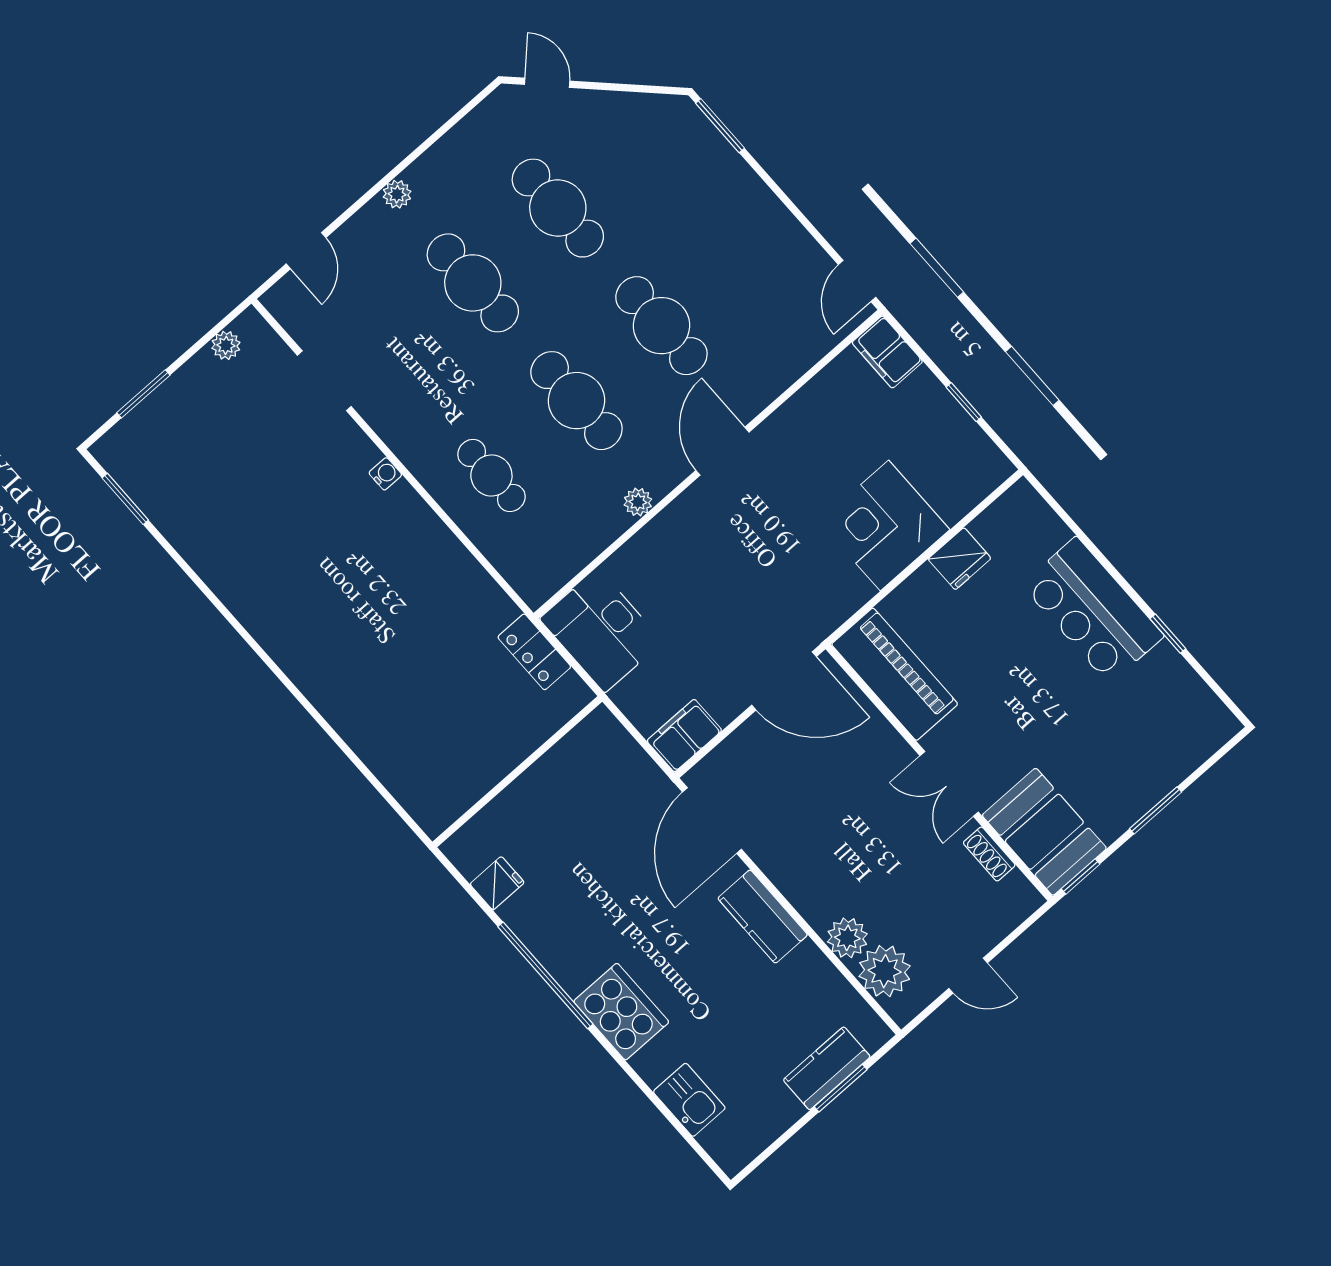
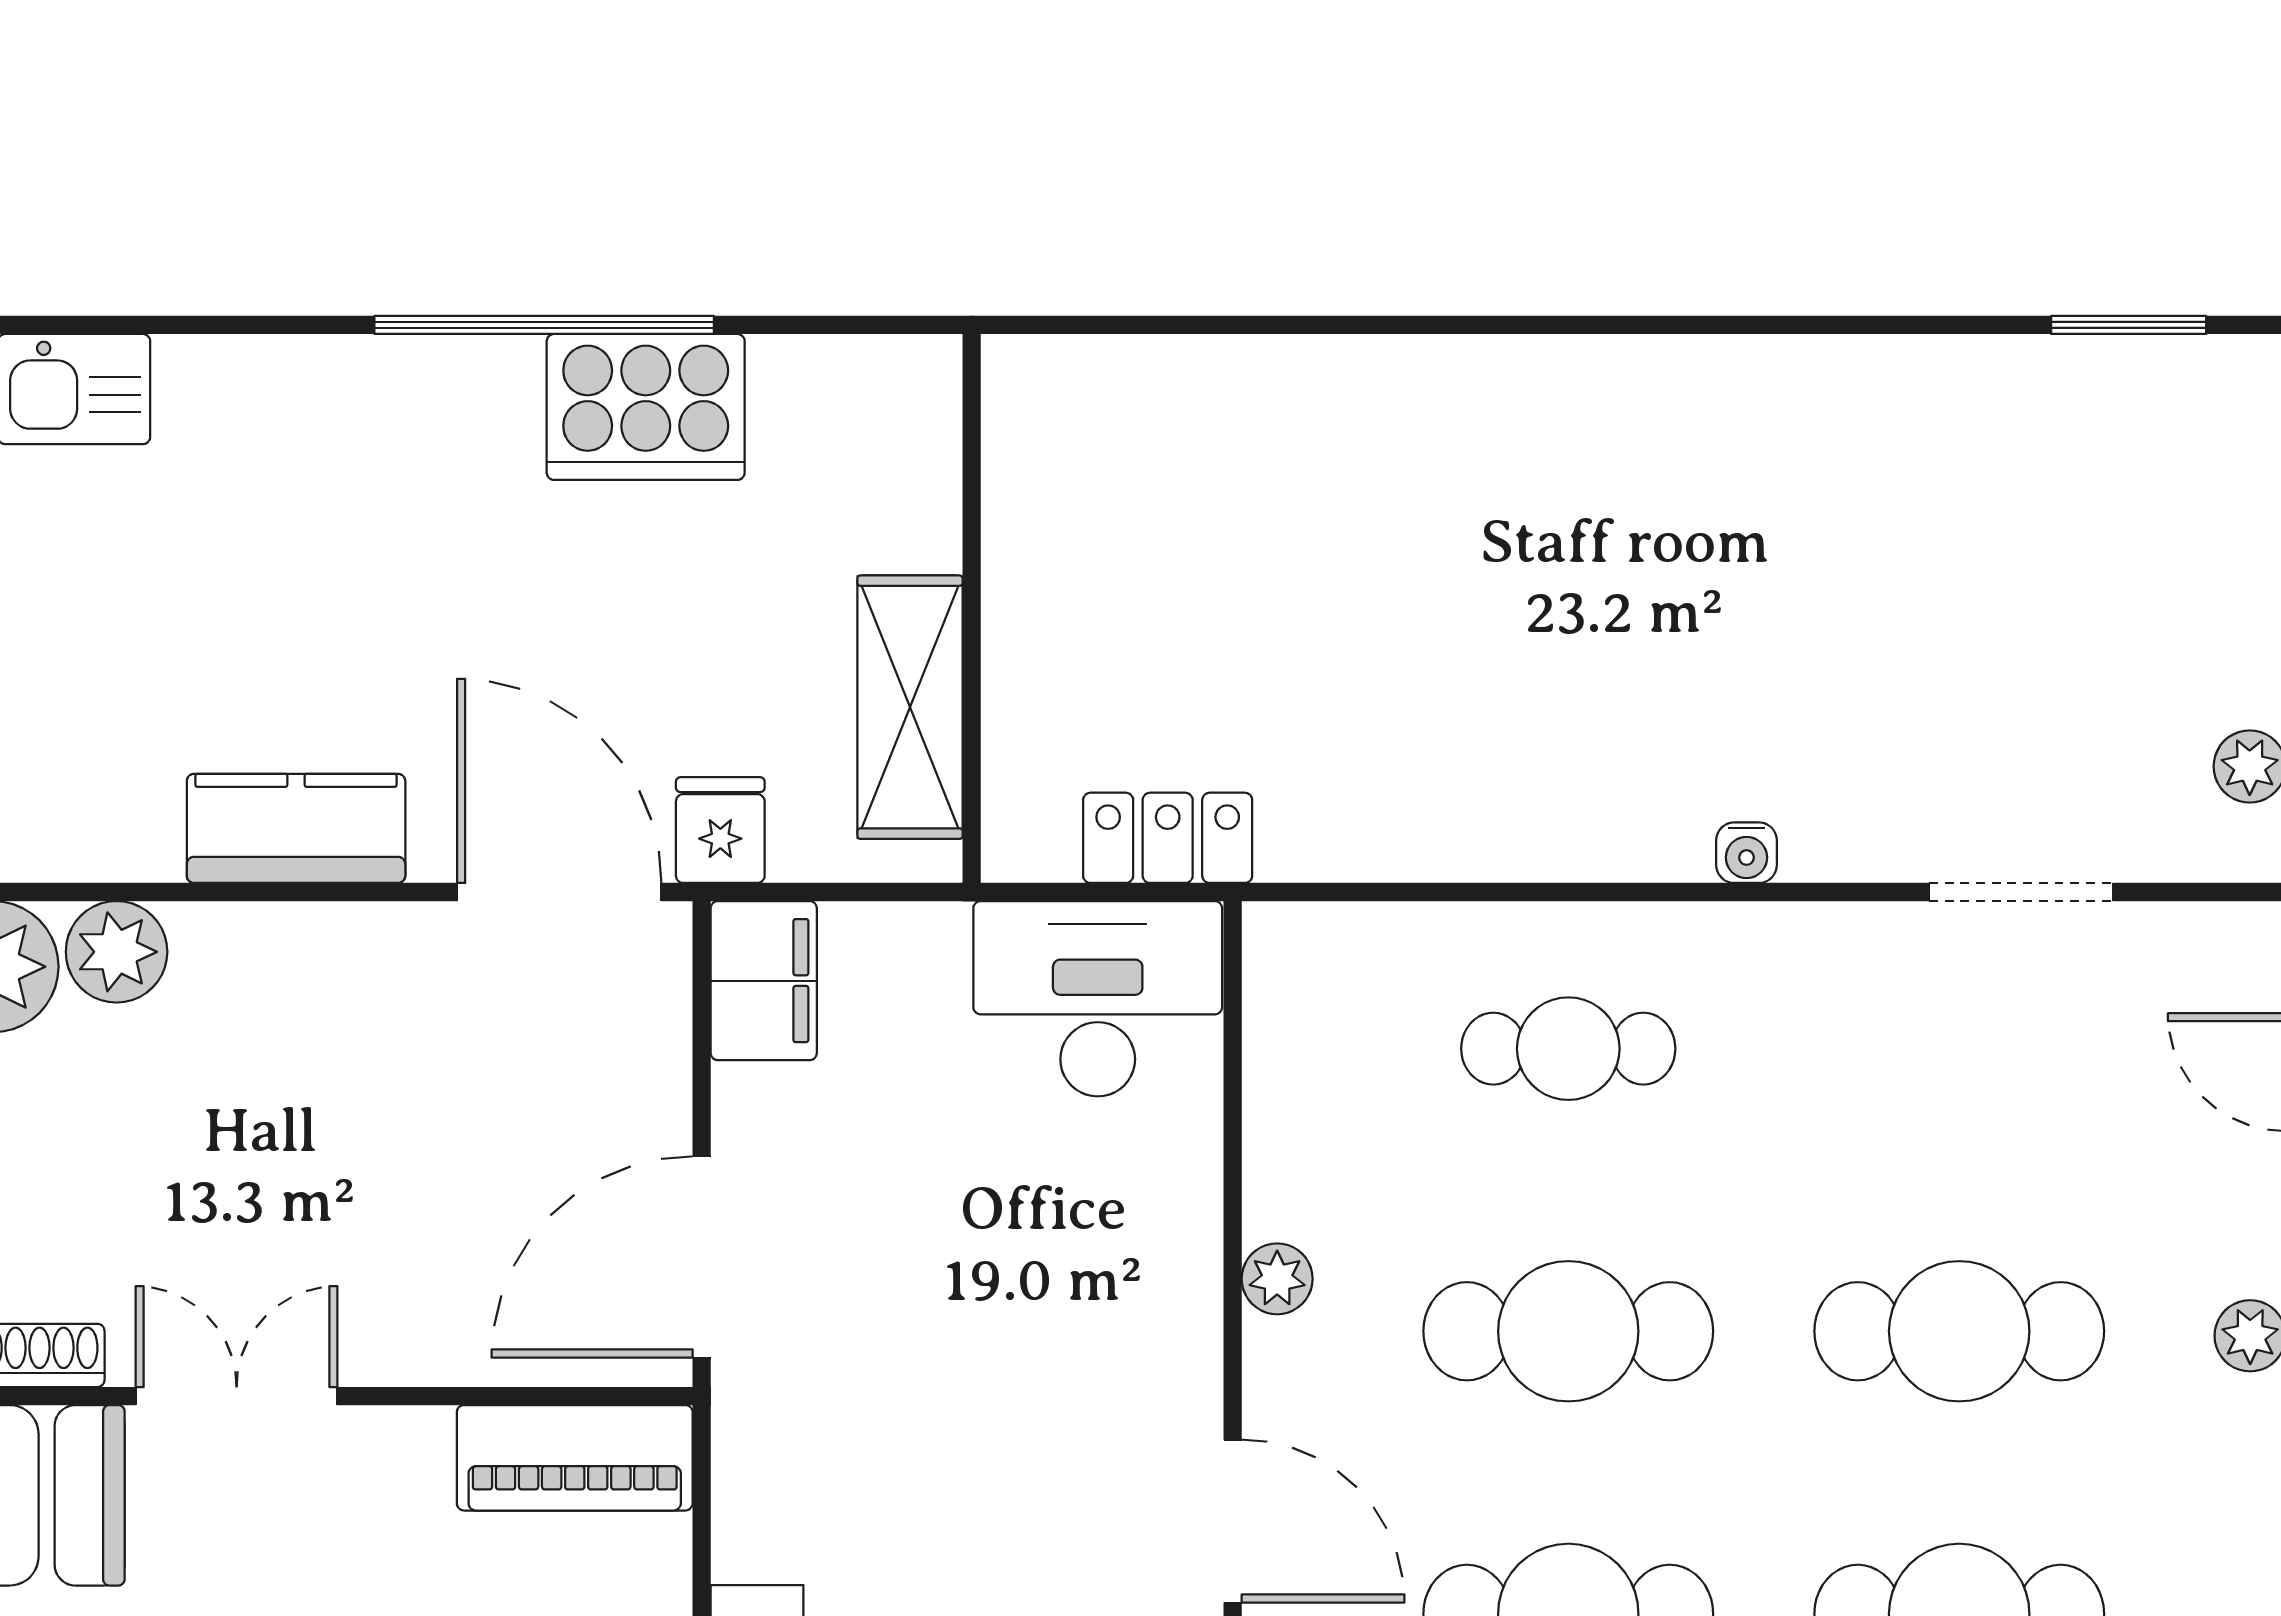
piano: (895, 674) -> (575, 1458), width x0.73, depth x0.75
shelving: (563, 764) -> (910, 707), added
fridge: (497, 883) -> (720, 830), moved, turned 180
cooker: (621, 1012) -> (646, 407), moved

